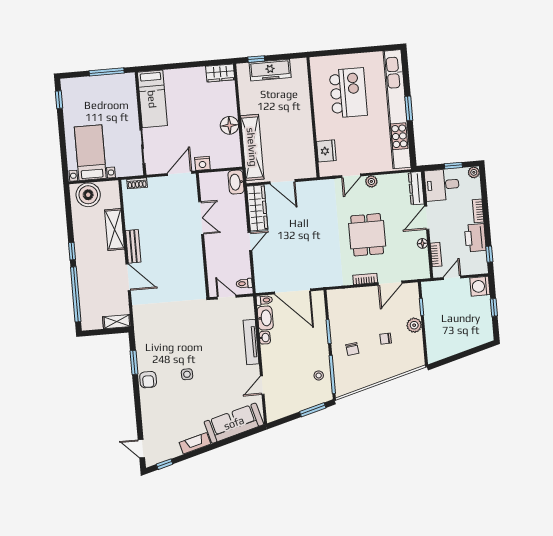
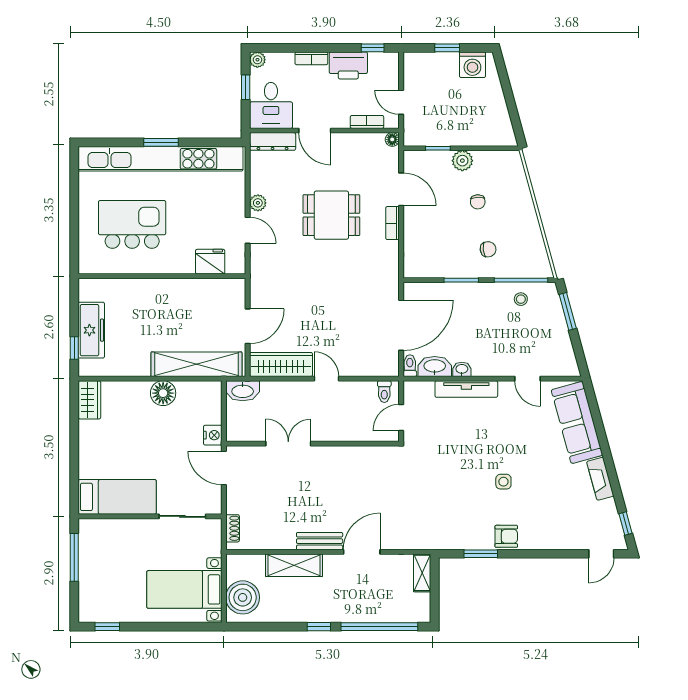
floor lamp: (422, 243) -> (392, 139), moved
washing machine: (480, 286) -> (472, 65), moved

